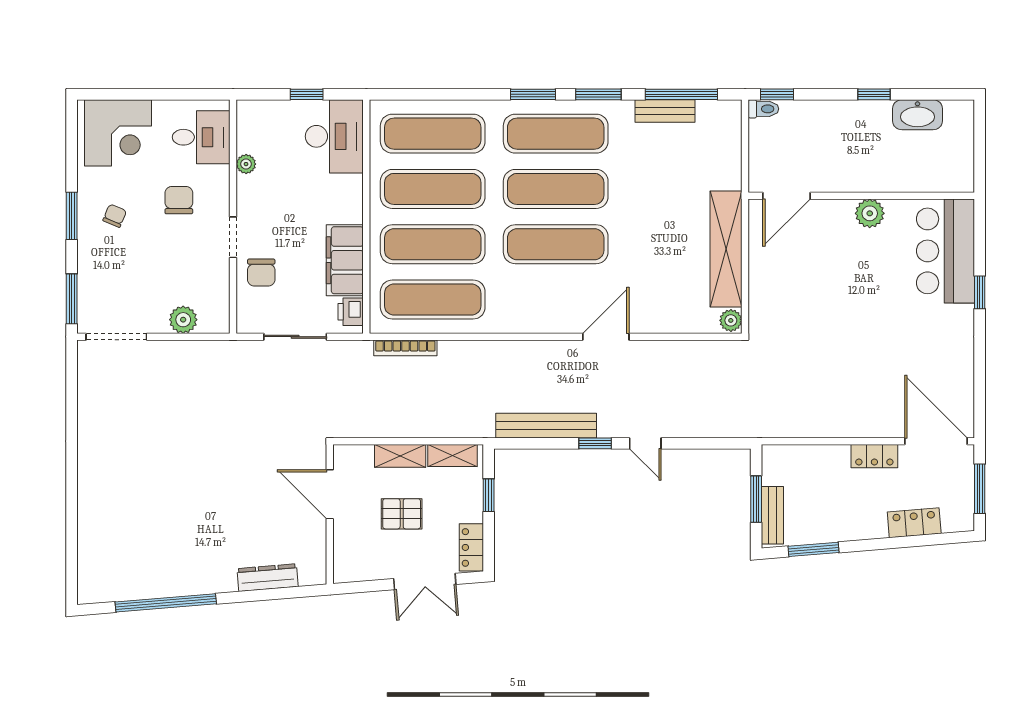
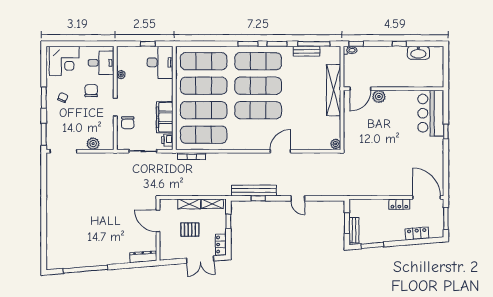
plant: (870, 213) -> (379, 97), moved
shelving: (726, 249) -> (334, 90), moved
window: (595, 443) -> (258, 198), moved
dresser: (268, 578) -> (143, 257), moved

